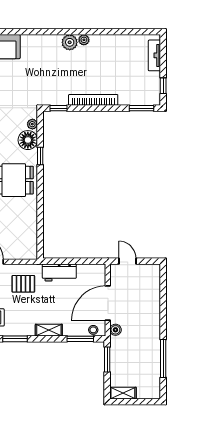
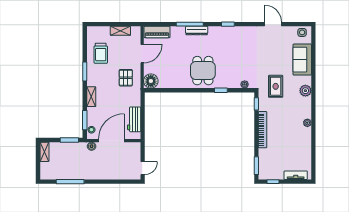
plant: (70, 42) -> (305, 91), moved
rug: (35, 82) -> (276, 86), added
floor lamp: (28, 140) -> (151, 81), moved
door: (127, 261) -> (143, 168), moved
workbench: (59, 273) -> (134, 119), moved
door: (108, 303) -> (111, 141), hinge flipped

